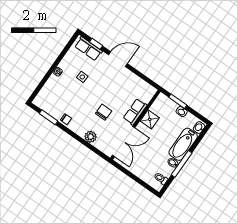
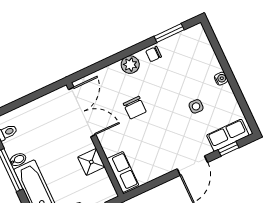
row of seats: (135, 112) -> (123, 172), moved
plant: (91, 137) -> (130, 65), moved
double door: (124, 141) -> (82, 112), swing flipped

